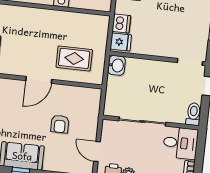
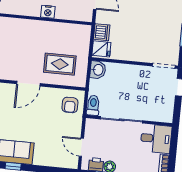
toilet: (193, 114) -> (93, 105), moved
armchair: (60, 124) -> (70, 105), moved

